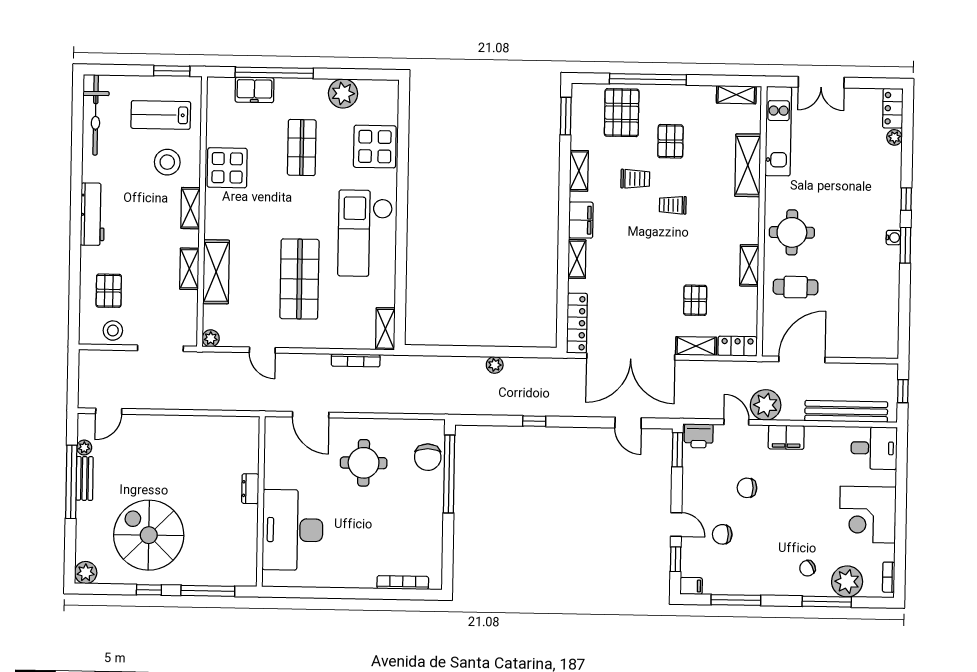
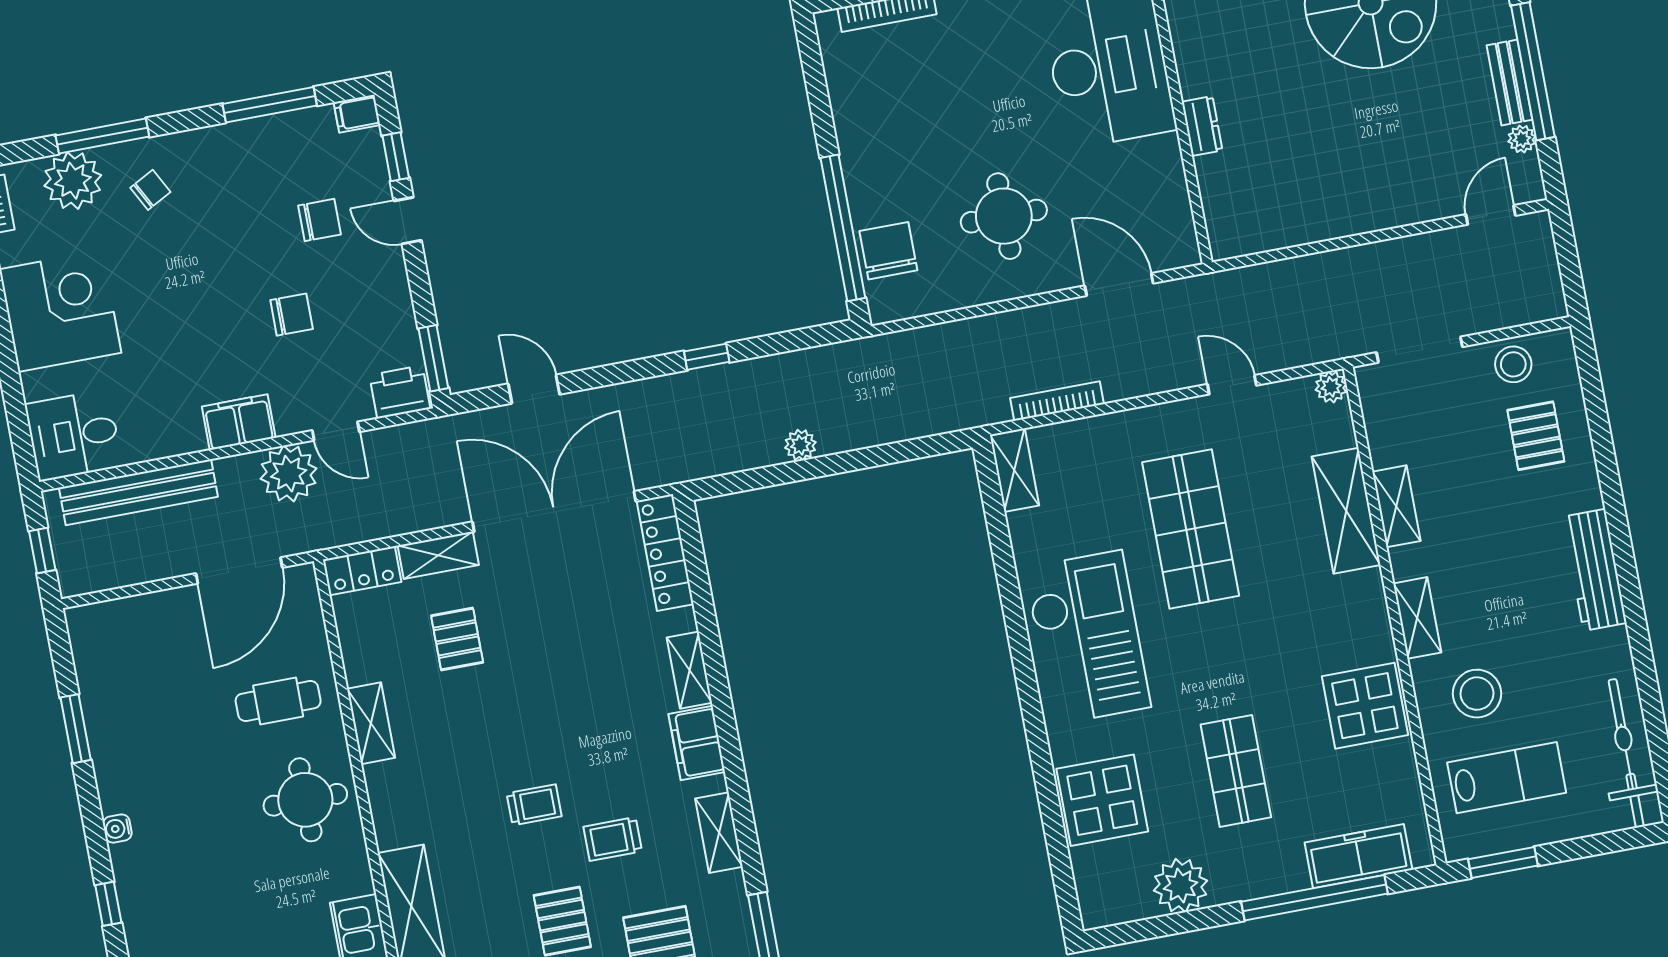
freezer: (254, 90) -> (1358, 856), width x1.40
window: (905, 245) -> (76, 729), moved

